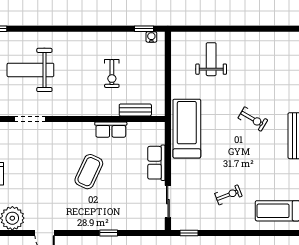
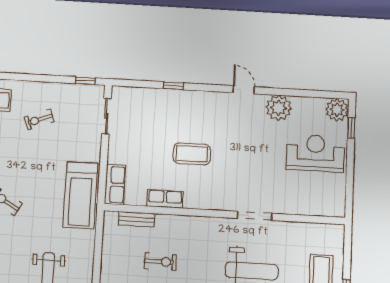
exercise bike: (112, 73) -> (160, 262), turned 90
row of seats: (156, 163) -> (115, 185), moved
coffee table: (89, 172) -> (192, 154), turned 65

